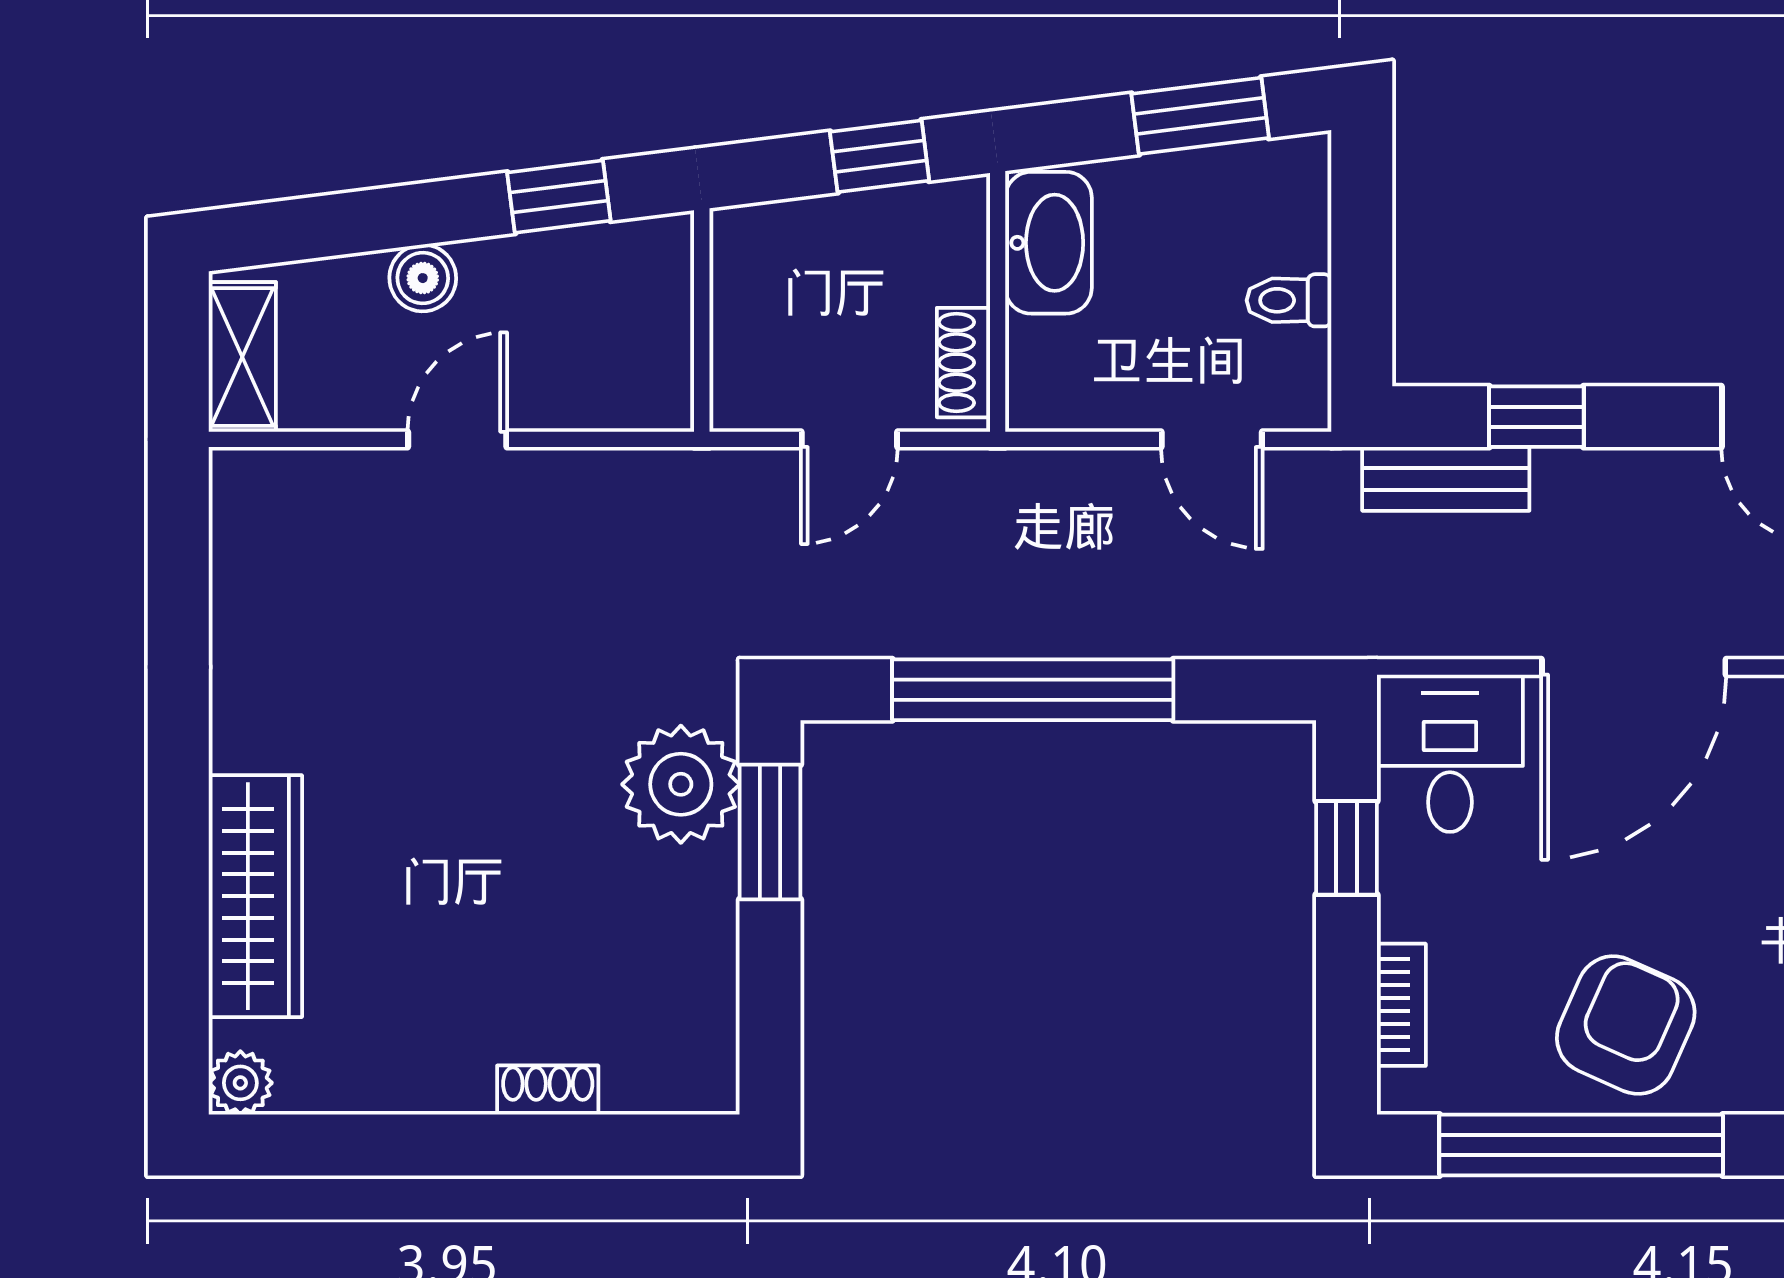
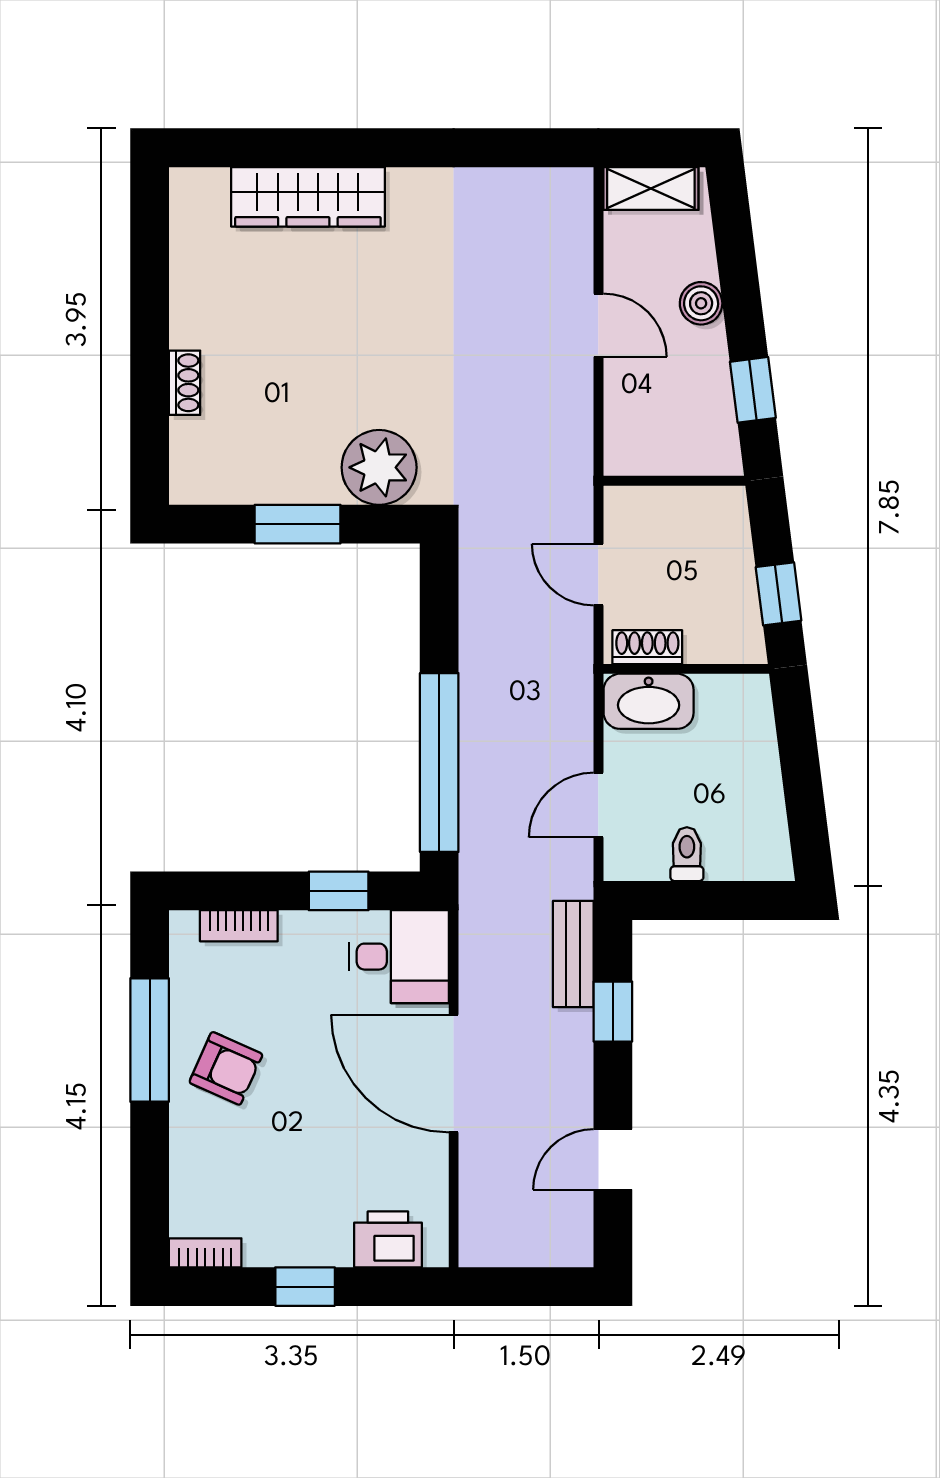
window: (1200, 116) -> (804, 798), removed
washbasin: (1048, 243) -> (649, 701), moved
window: (1033, 690) -> (439, 763), moved
window: (770, 832) -> (298, 524), moved
armchair: (1626, 1025) -> (226, 1068), width x0.72, depth x0.72
plant: (240, 1083) -> (189, 187), removed
window: (1581, 1145) -> (150, 1040), width x0.68

